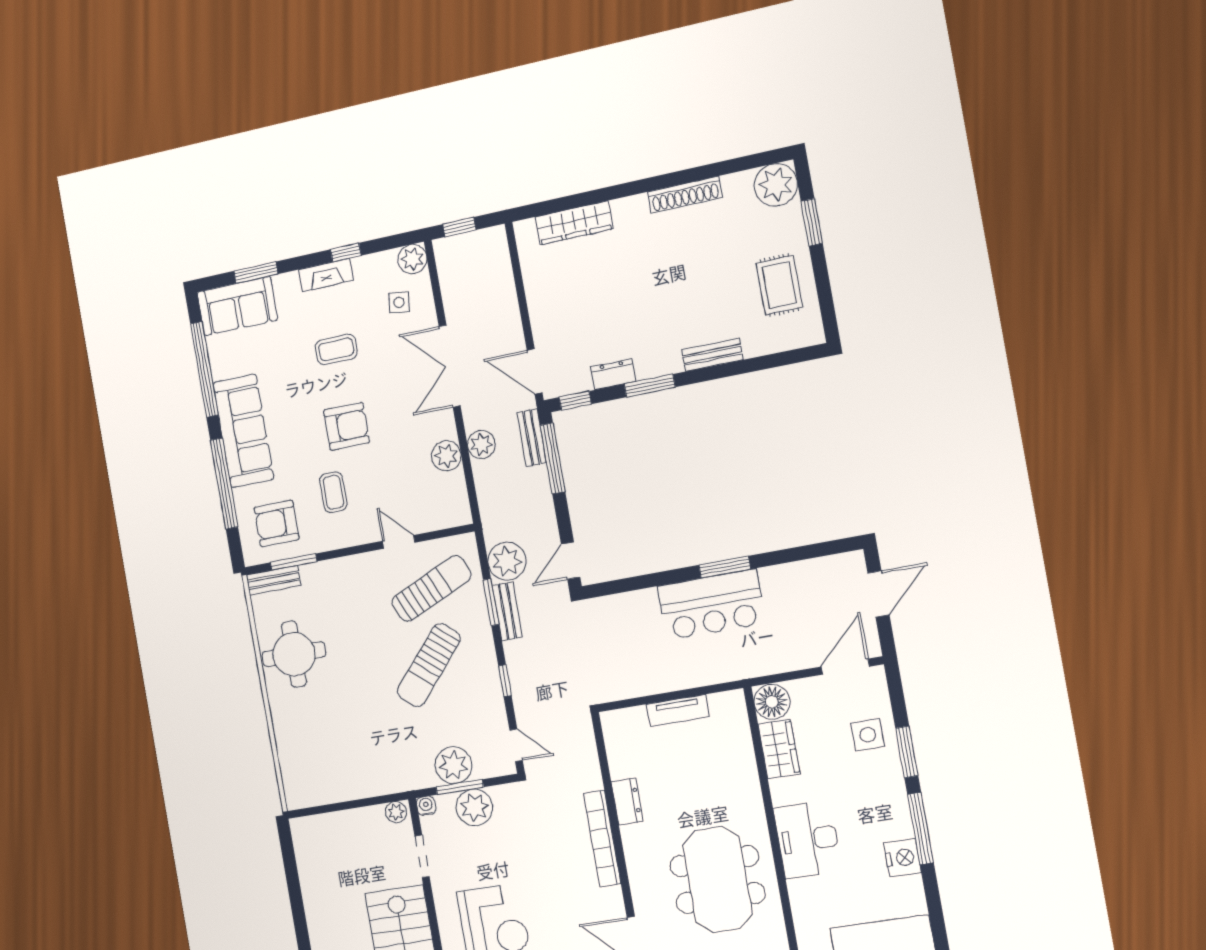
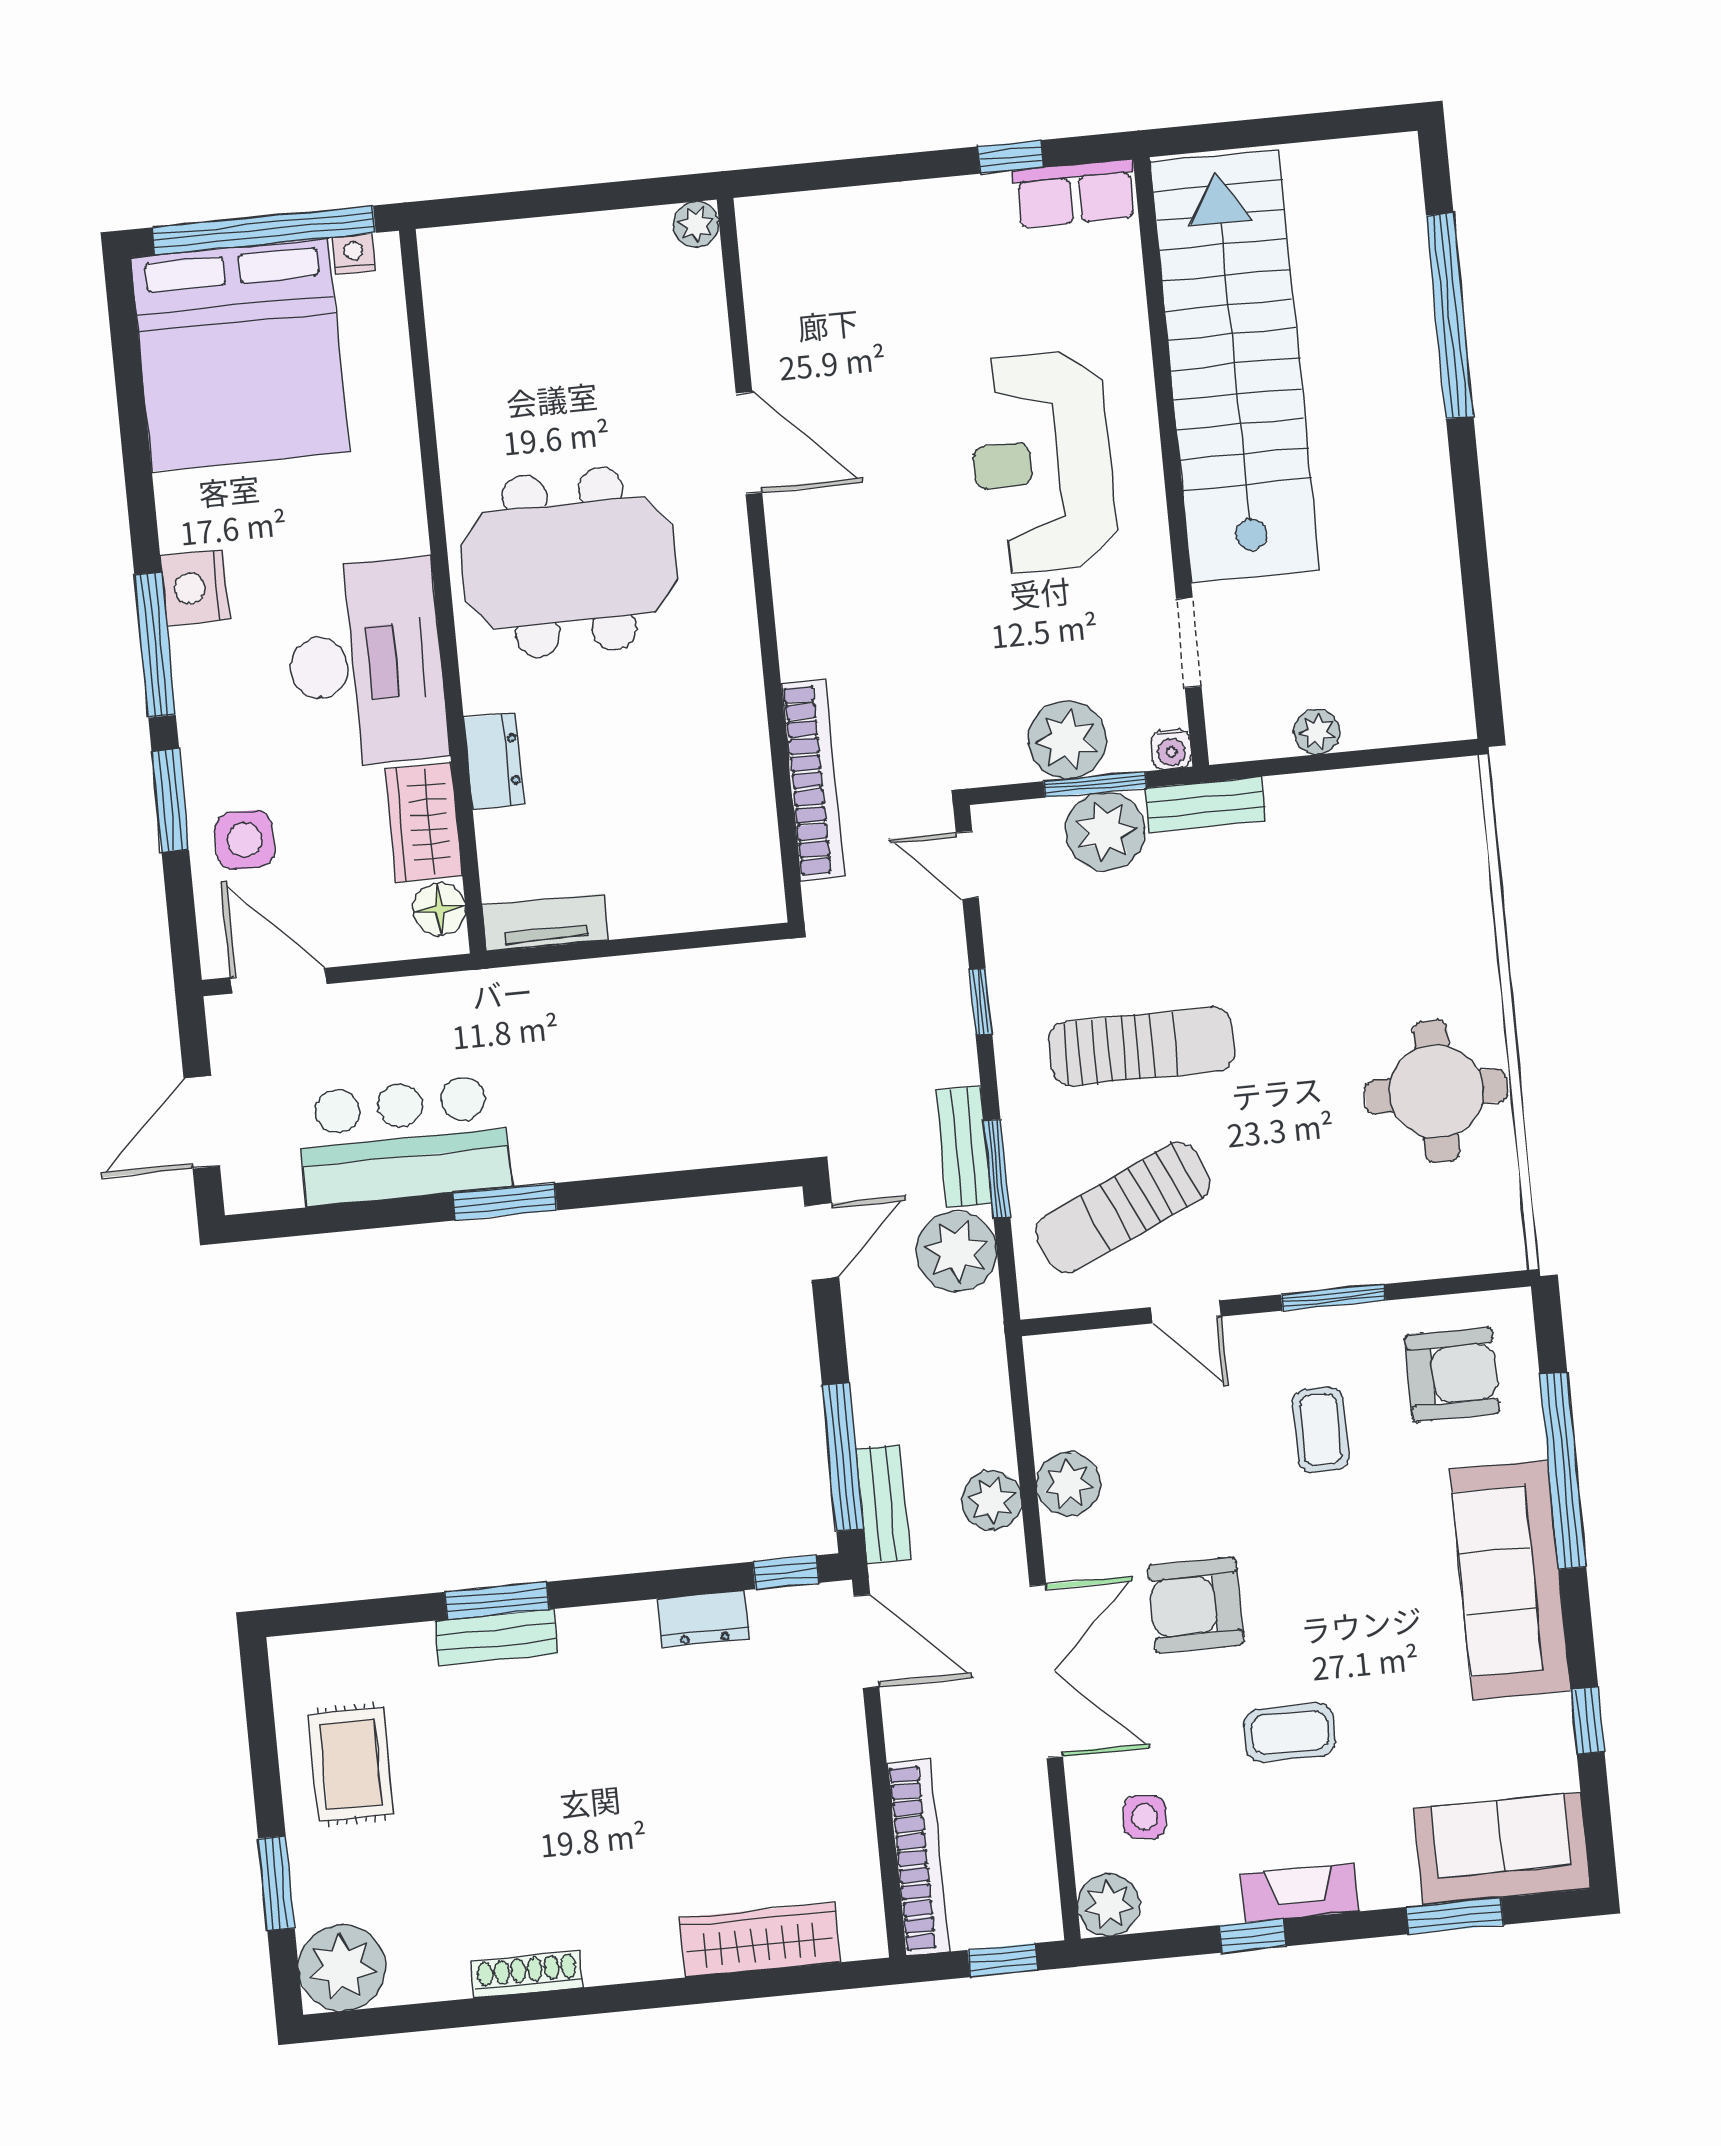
shoe rack: (685, 195) -> (527, 1974), width x0.74, depth x0.81
bookcase: (502, 271) -> (918, 1858), added
window: (204, 369) -> (1587, 1721), width x0.32
window: (650, 386) -> (497, 1601), moved
armchair: (347, 426) -> (1196, 1605), moved
window: (294, 562) -> (1333, 1297), moved
bench: (273, 580) -> (1205, 804), moved
bar counter: (711, 605) -> (404, 1140), moved
sun lounger: (429, 665) -> (1142, 1046), turned 49
door: (845, 667) -> (278, 981), swing flipped
floor lamp: (772, 702) -> (439, 909), width x0.73, depth x0.73
tv unit: (678, 710) -> (545, 923), moved
dresser: (627, 802) -> (494, 761), moved, turned 180
plant: (396, 812) -> (1317, 732), moved
bookcase: (602, 839) -> (813, 780), moved
desk: (808, 840) -> (366, 663), width x1.36, depth x1.30
meeting table: (717, 880) -> (569, 562), turned 90

